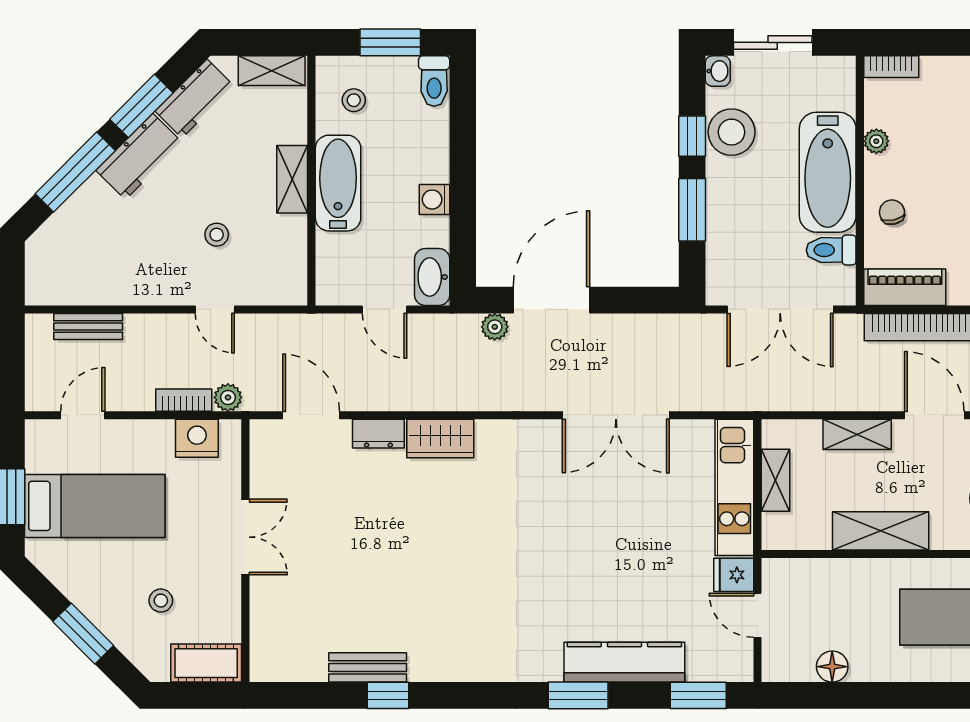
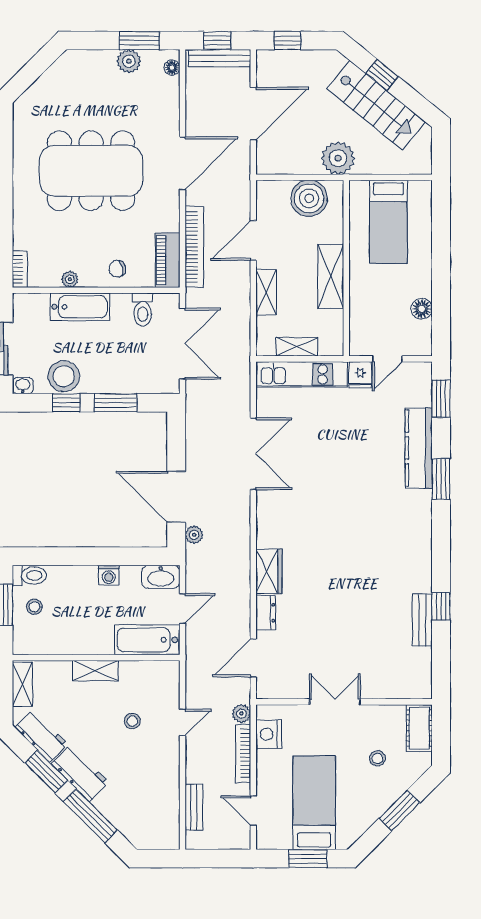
stool: (354, 100) -> (34, 607), moved
bathtub: (828, 172) -> (80, 307), width x0.73, depth x0.73
bathtub: (338, 183) -> (147, 640), moved
bookcase: (184, 400) -> (243, 754), width x1.56

